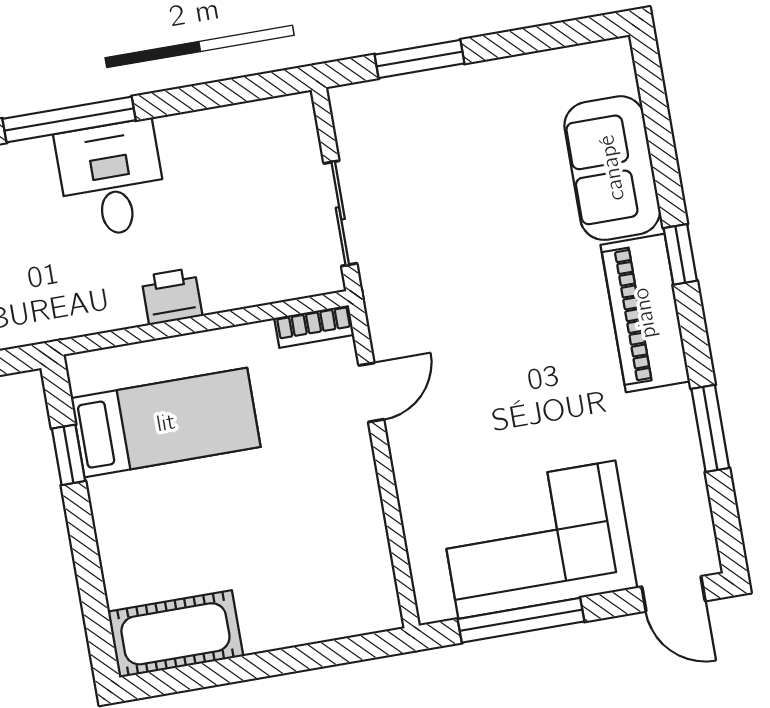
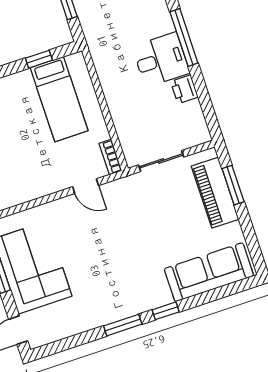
sofa: (612, 168) -> (209, 272), width x1.36
printer: (172, 296) -> (184, 89), moved, turned 180
piano: (645, 313) -> (215, 193), moved, turned -90
window: (710, 428) -> (123, 325), moved

